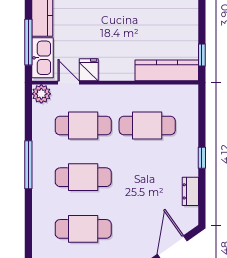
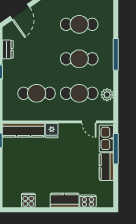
fridge: (89, 70) -> (52, 130), moved
plant: (41, 94) -> (107, 95), moved
window: (28, 165) -> (116, 54), moved

